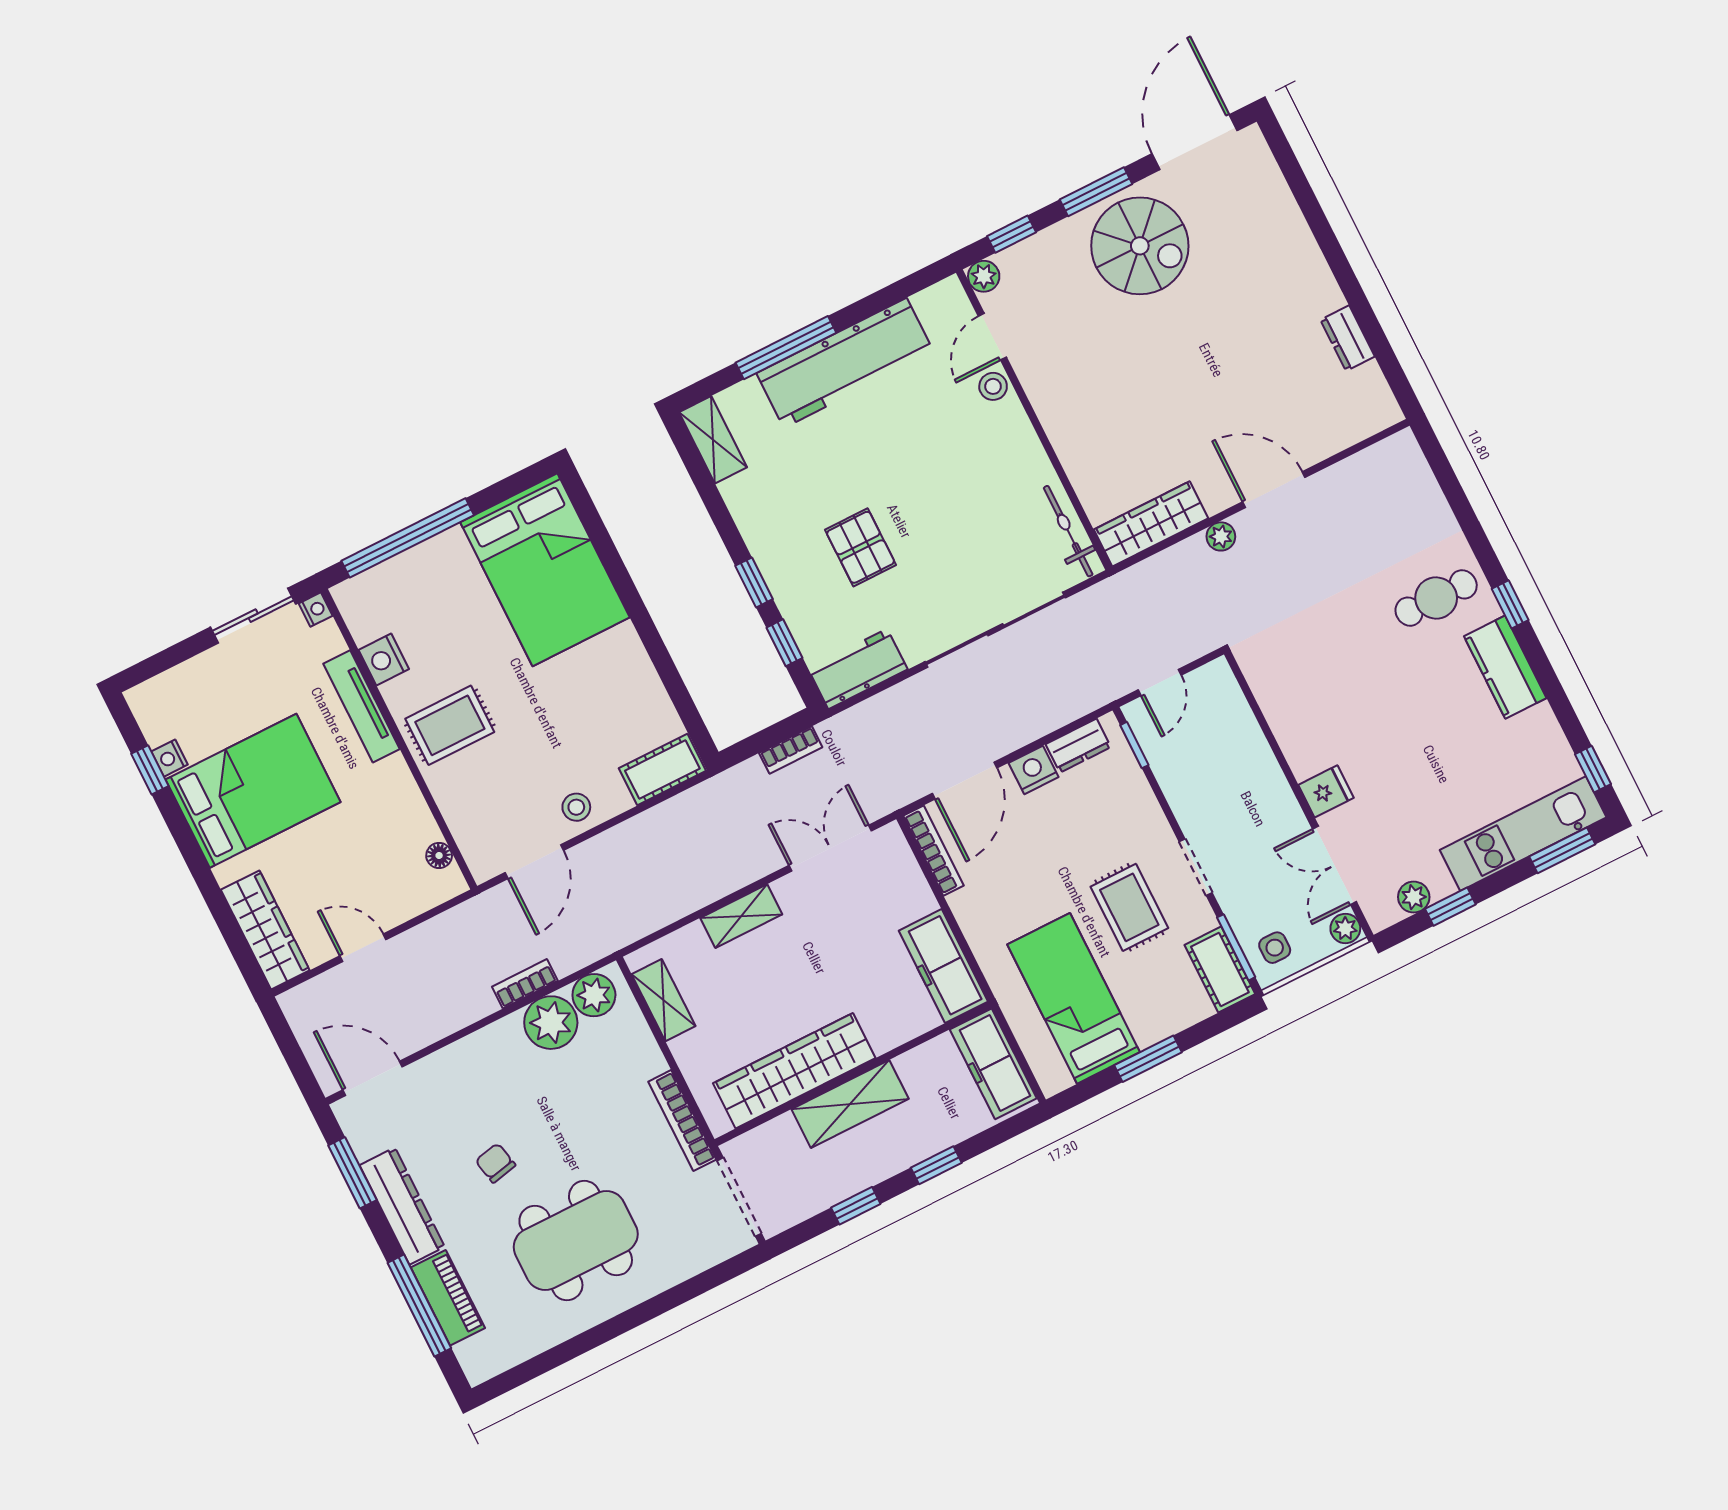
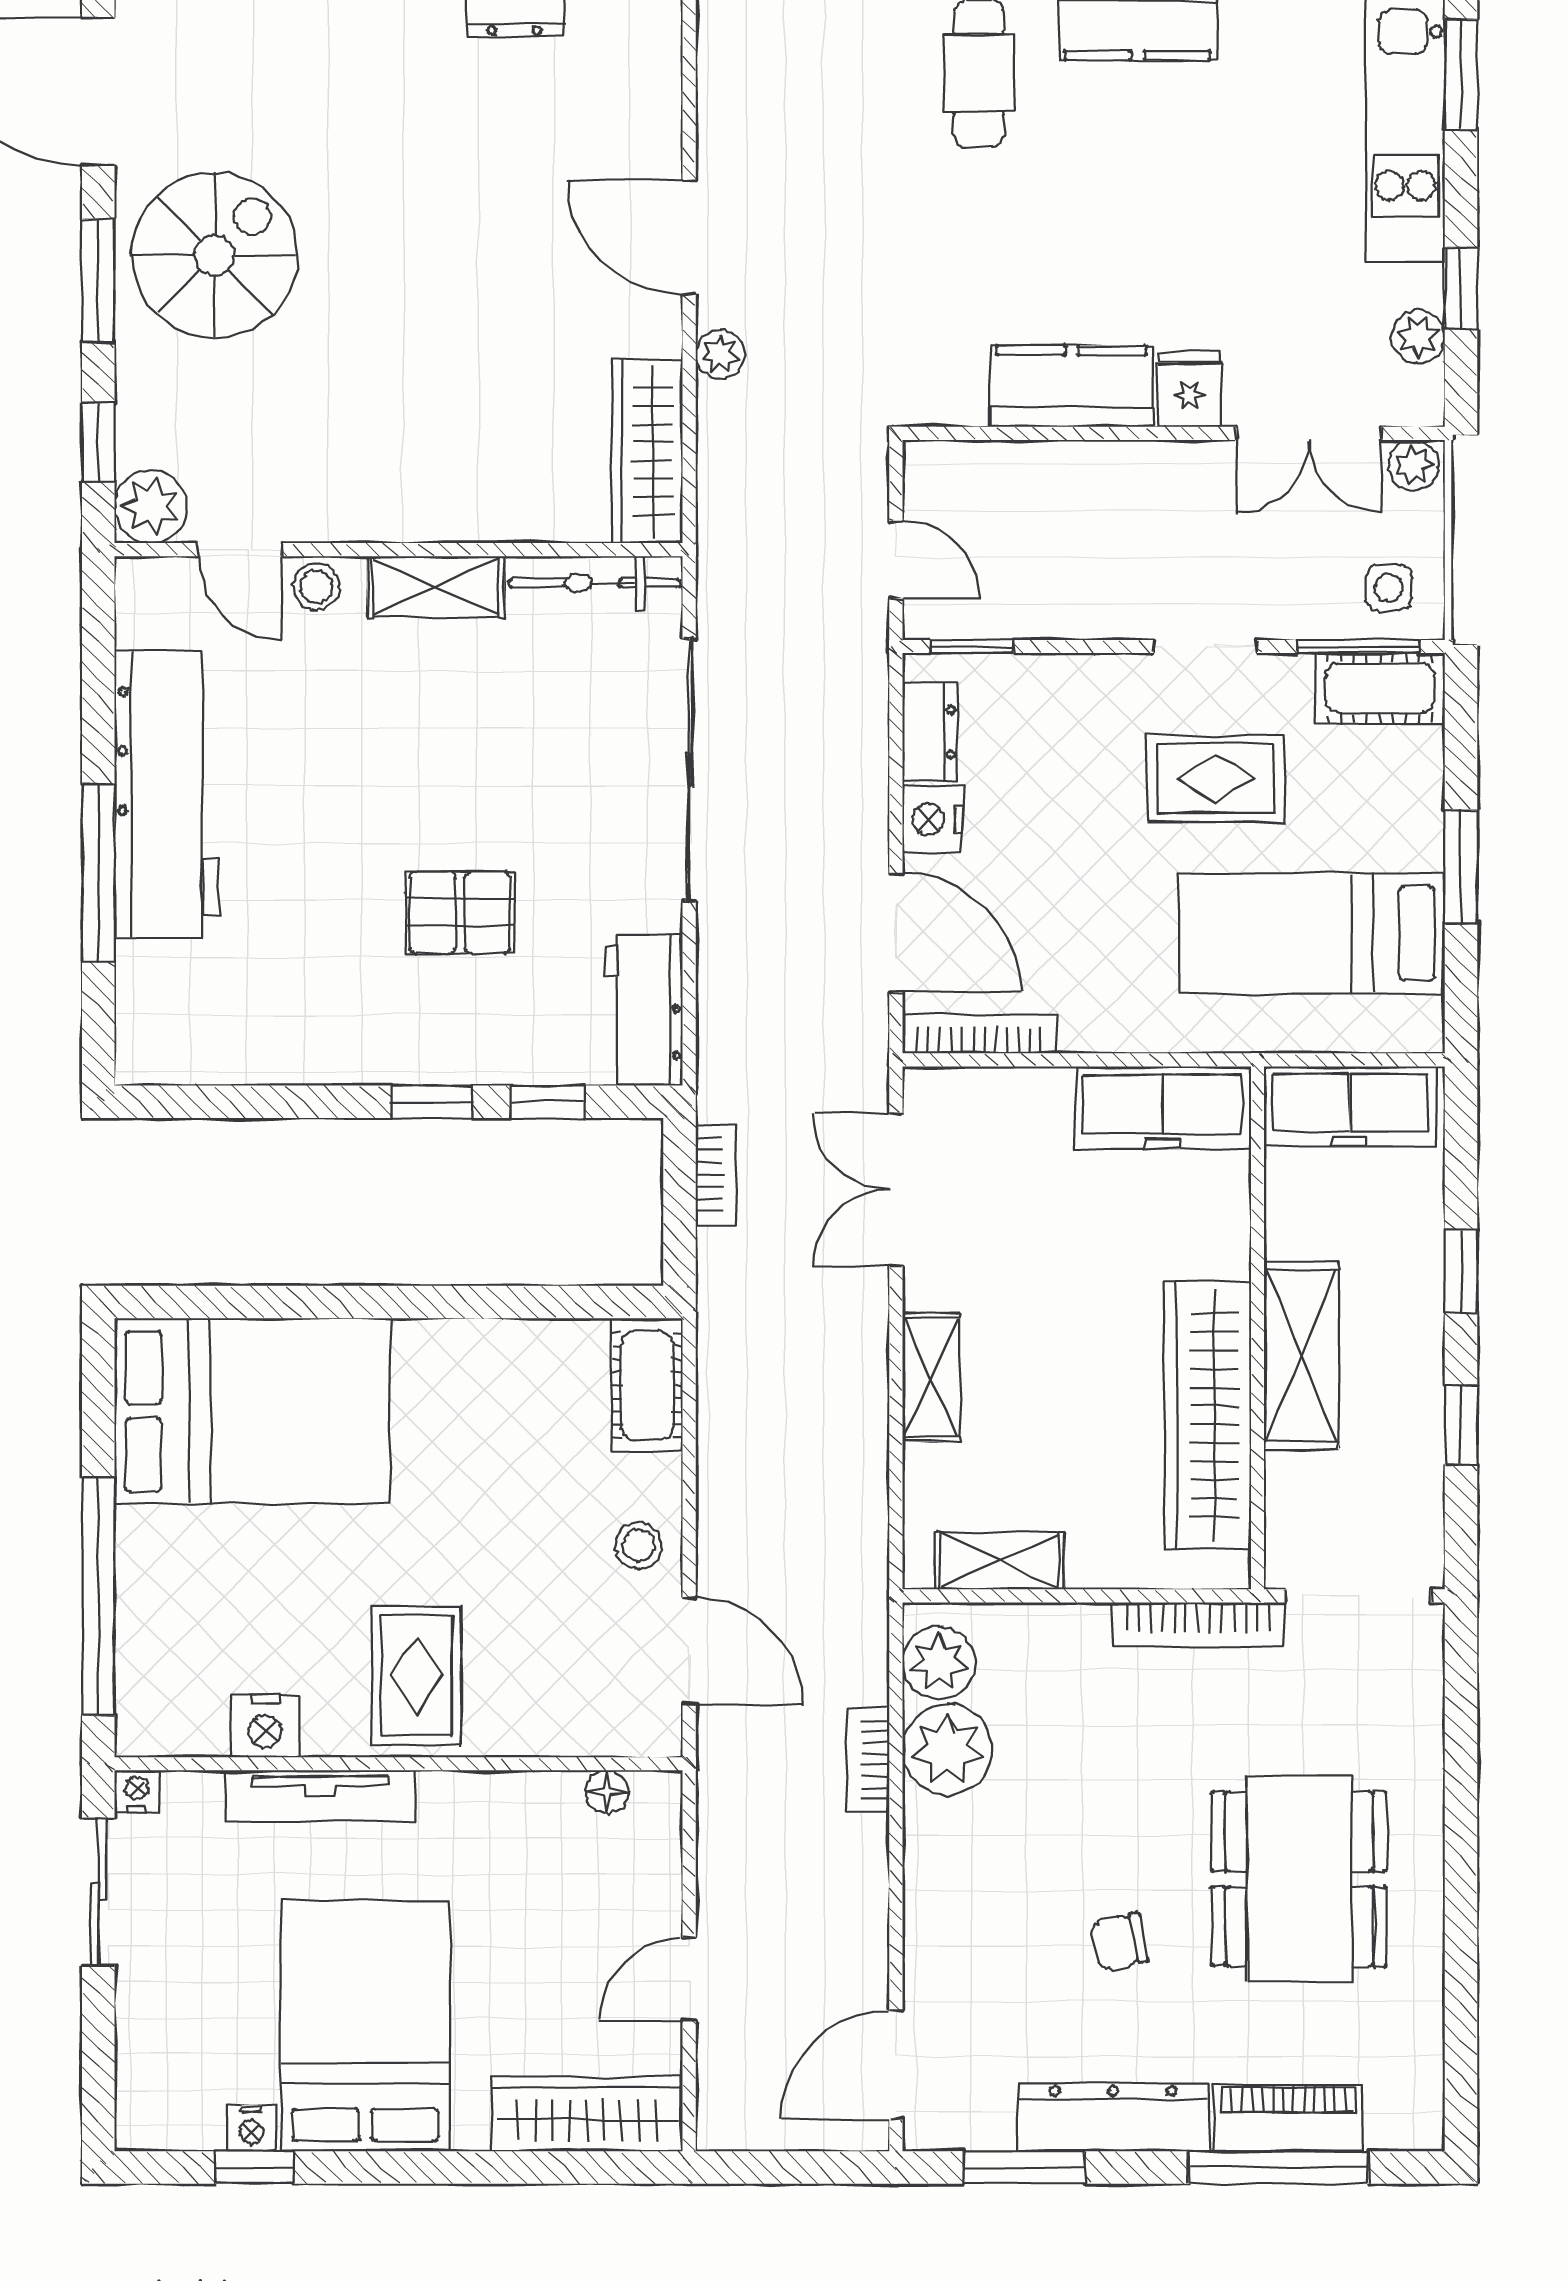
plant: (984, 276) -> (151, 507), width x1.38, depth x1.38
shelving: (713, 440) -> (436, 587), moved
door: (1274, 490) -> (689, 238), hinge flipped
kitchen counter: (1297, 729) -> (1072, 386), added

